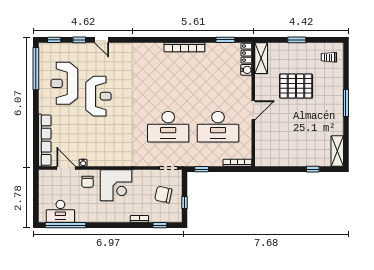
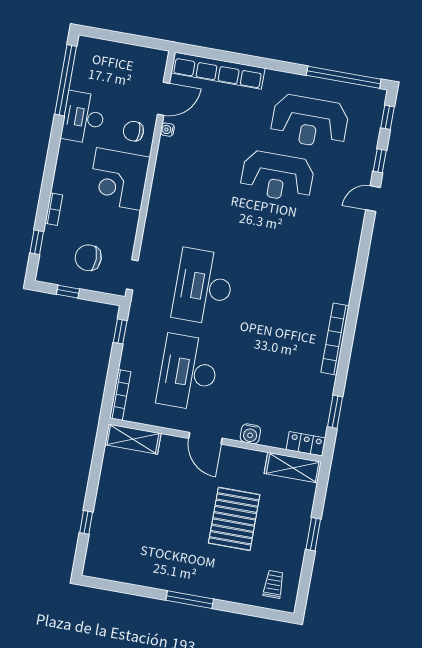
water cooler: (246, 70) -> (250, 434), moved
reception desk: (64, 83) -> (310, 122), turned 180
shelving: (337, 151) -> (133, 439), moved
chair: (163, 195) -> (88, 258), turned -102
desk: (60, 211) -> (83, 117), moved

